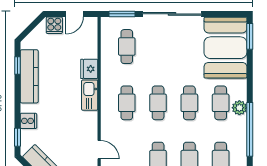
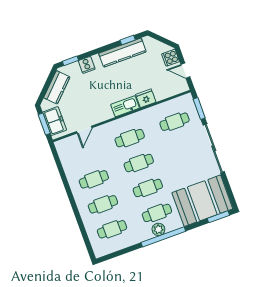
window: (250, 129) -> (163, 237), moved

